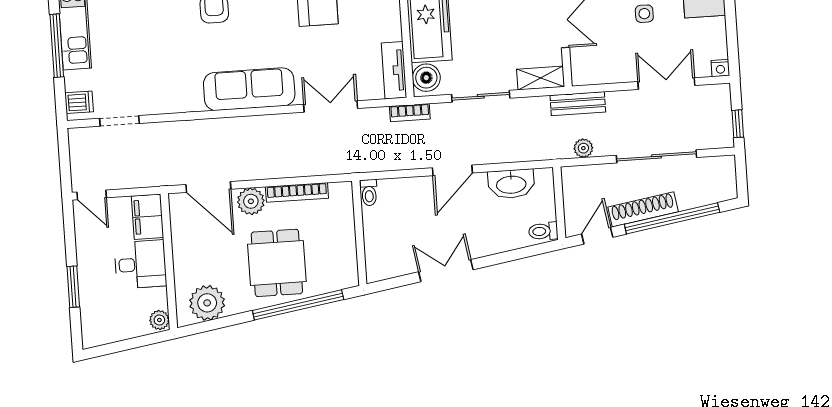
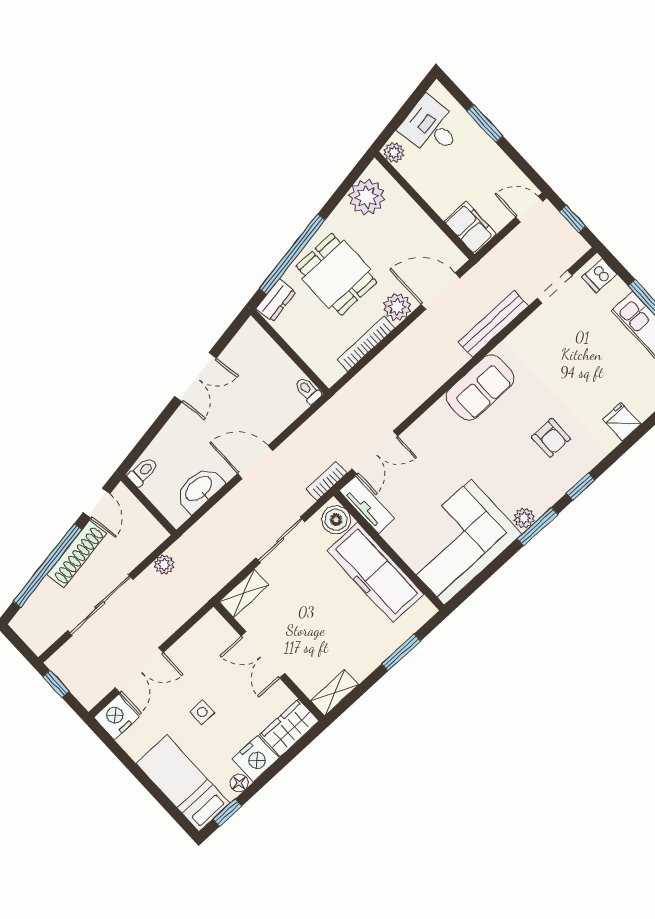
nightstand: (720, 68) -> (116, 717), width x1.89, depth x1.79
sofa: (249, 89) -> (480, 388), width x0.73
bench: (578, 104) -> (493, 324), moved, width x1.36
double door: (331, 106) -> (375, 453), moved
window: (65, 161) -> (573, 219), added
door: (452, 170) -> (255, 462), hinge flipped
desk: (140, 264) -> (431, 127), moved, turned 81
dresser: (338, 280) -> (276, 300), added

